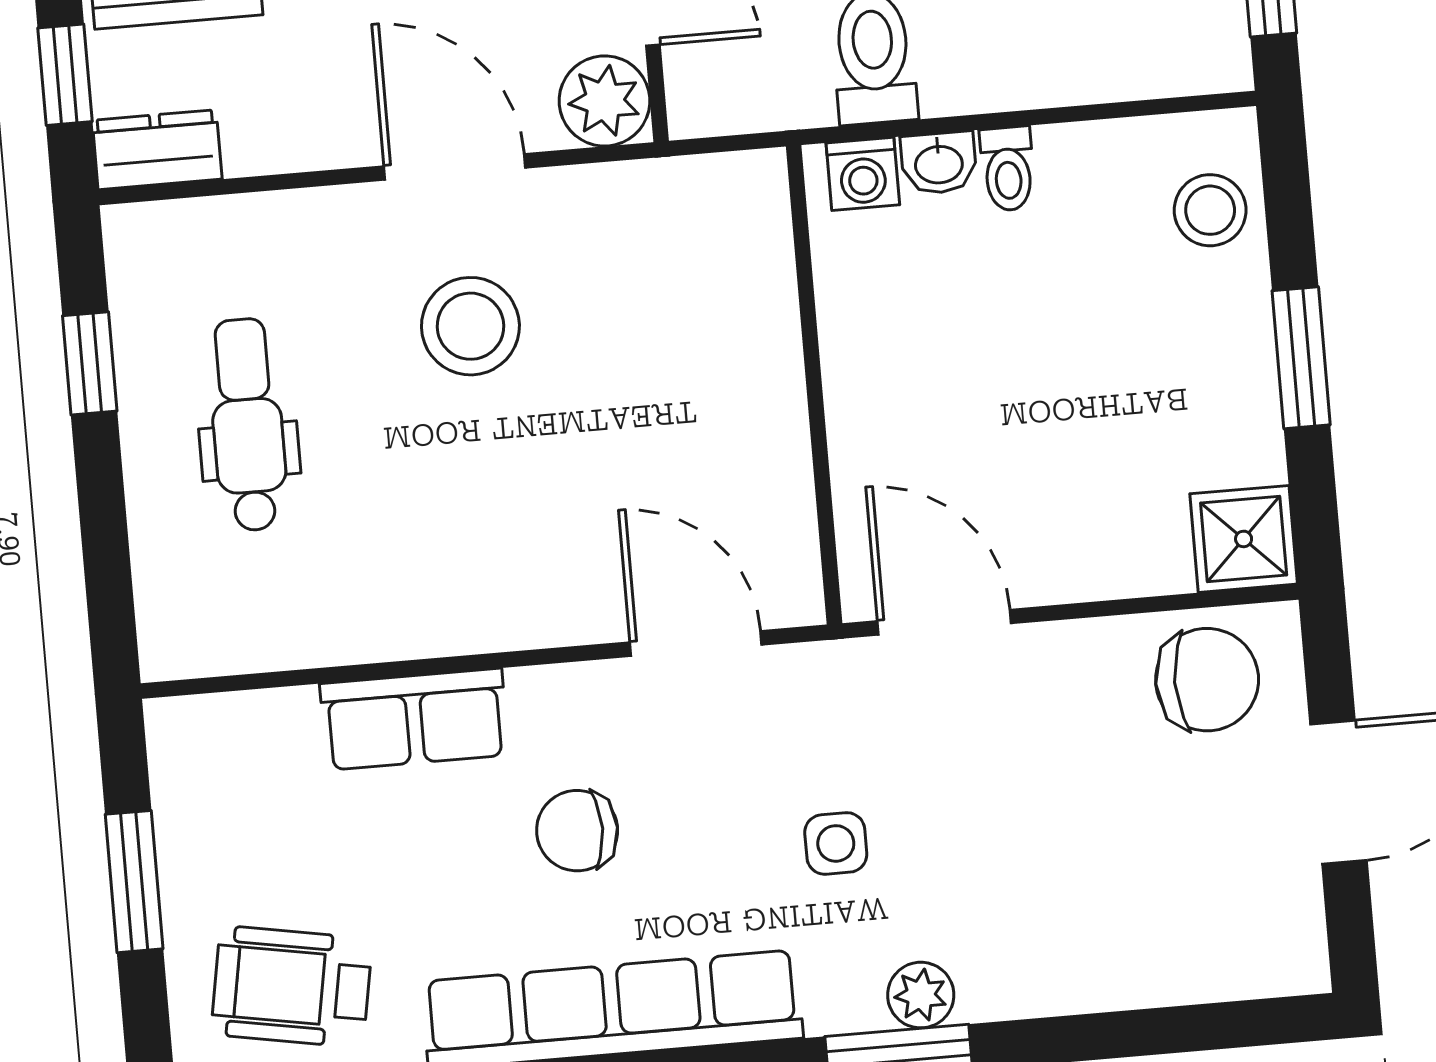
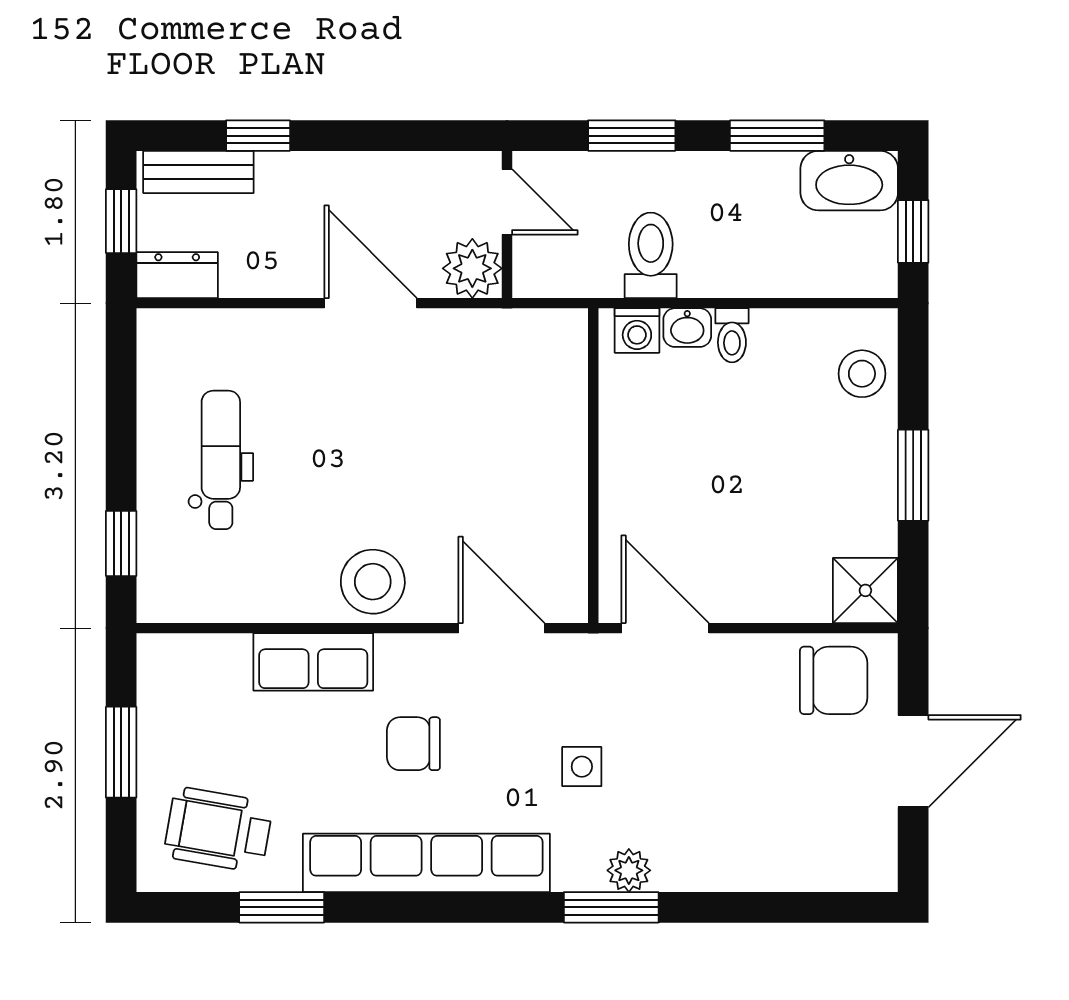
stool: (470, 326) -> (373, 582), moved
window: (90, 363) -> (121, 543), moved

